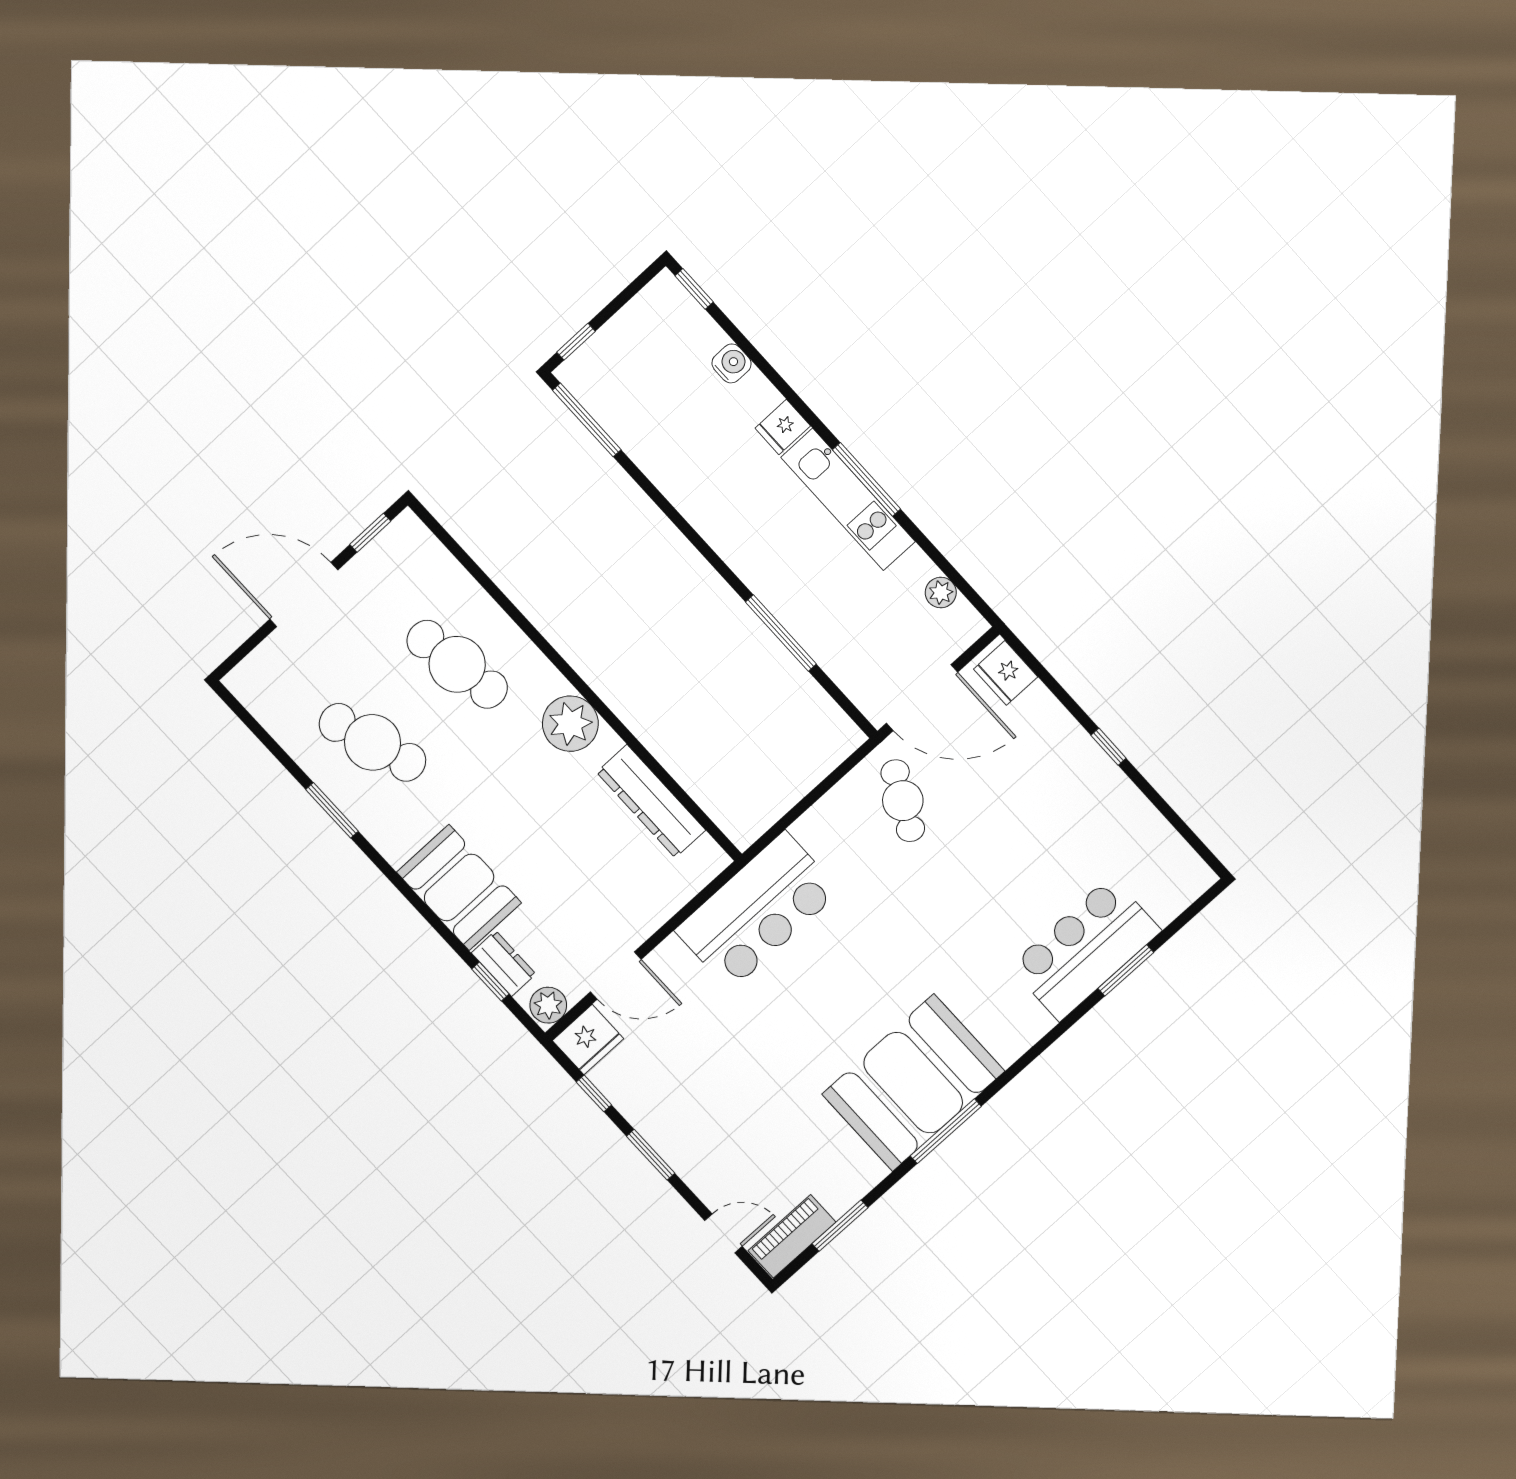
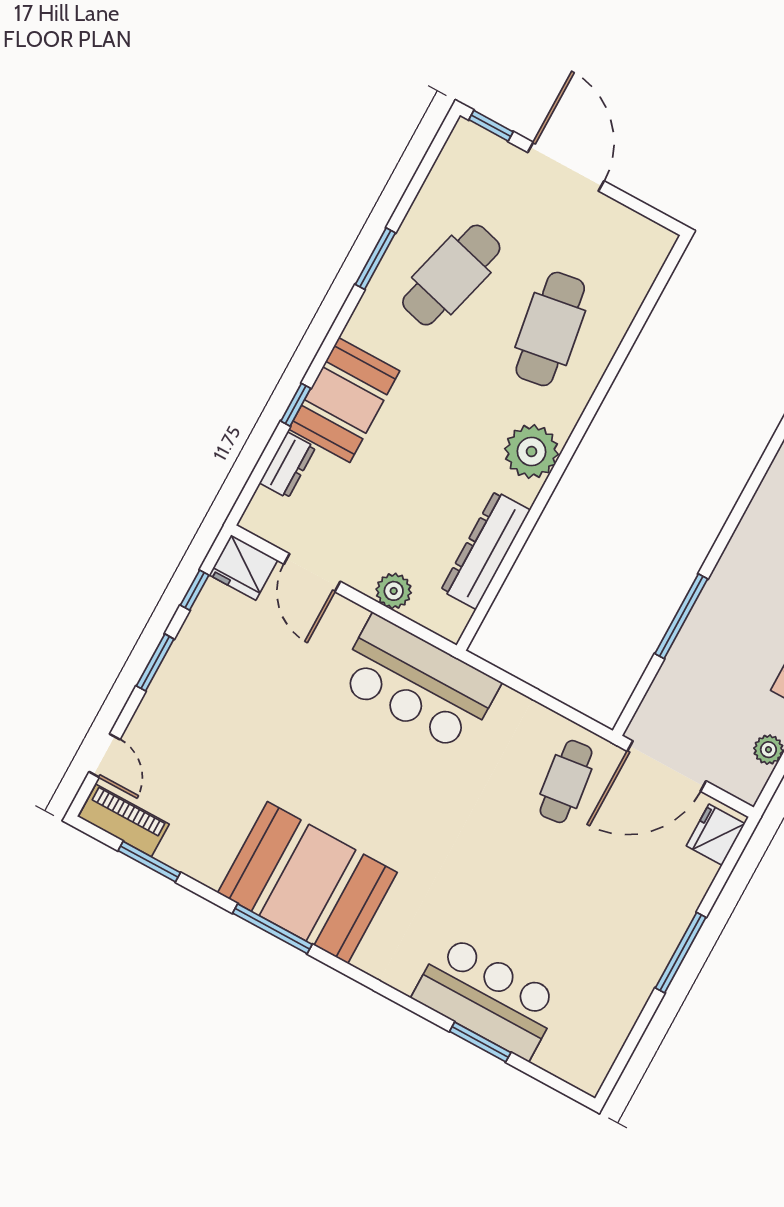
window: (370, 533) -> (491, 126), moved
door: (922, 698) -> (667, 766), hinge flipped
cafe table: (372, 742) -> (451, 275), turned 33
window: (1108, 747) -> (681, 953), width x2.17
cafe table: (903, 801) -> (566, 782), turned -34
window: (490, 982) -> (296, 405), moved
plant: (548, 1005) -> (394, 591), moved

